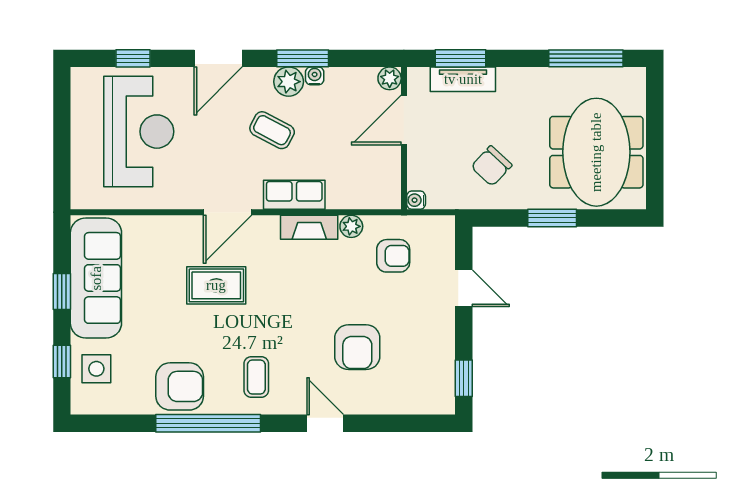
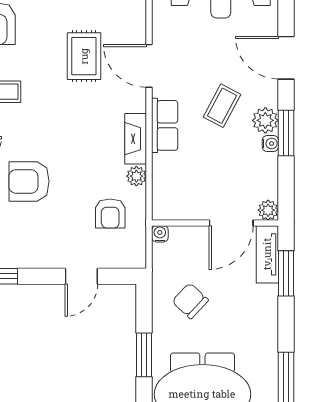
tv unit: (463, 79) -> (267, 254), moved
door: (404, 120) -> (231, 223), swing flipped

